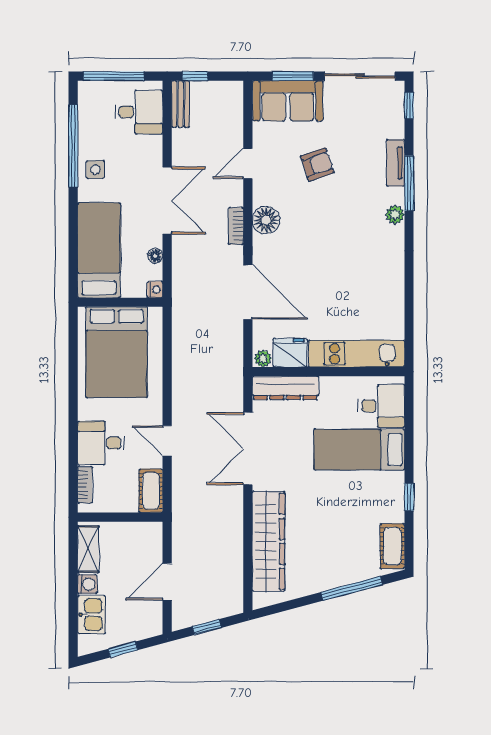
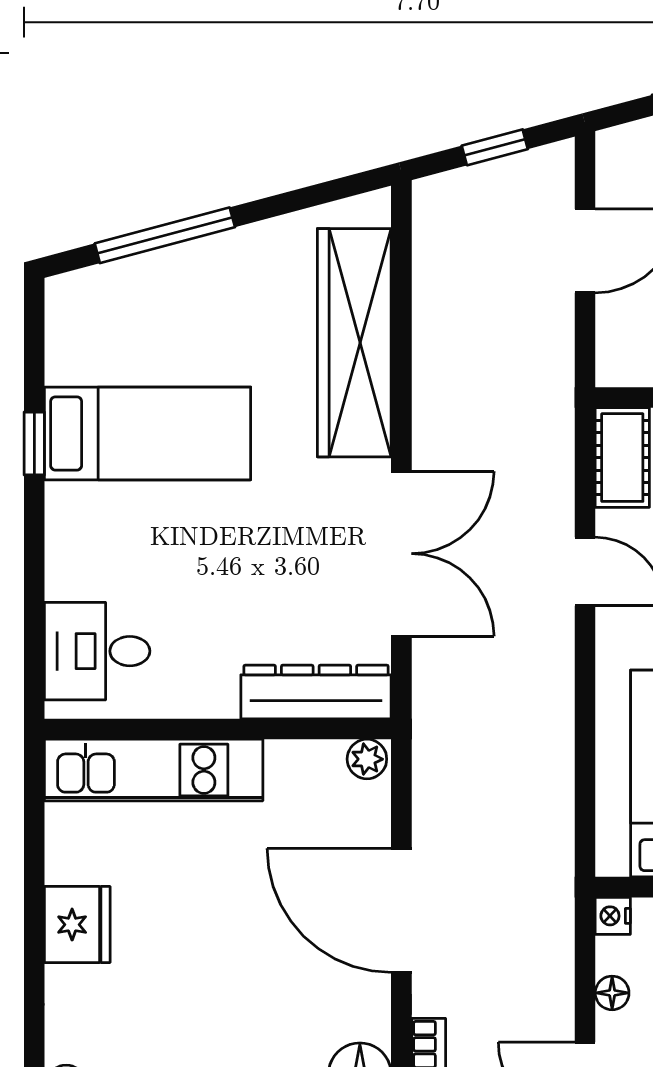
fridge: (290, 353) -> (77, 925), moved, turned -90
bed: (359, 449) -> (148, 433), moved
cot: (392, 546) -> (72, 332), removed

